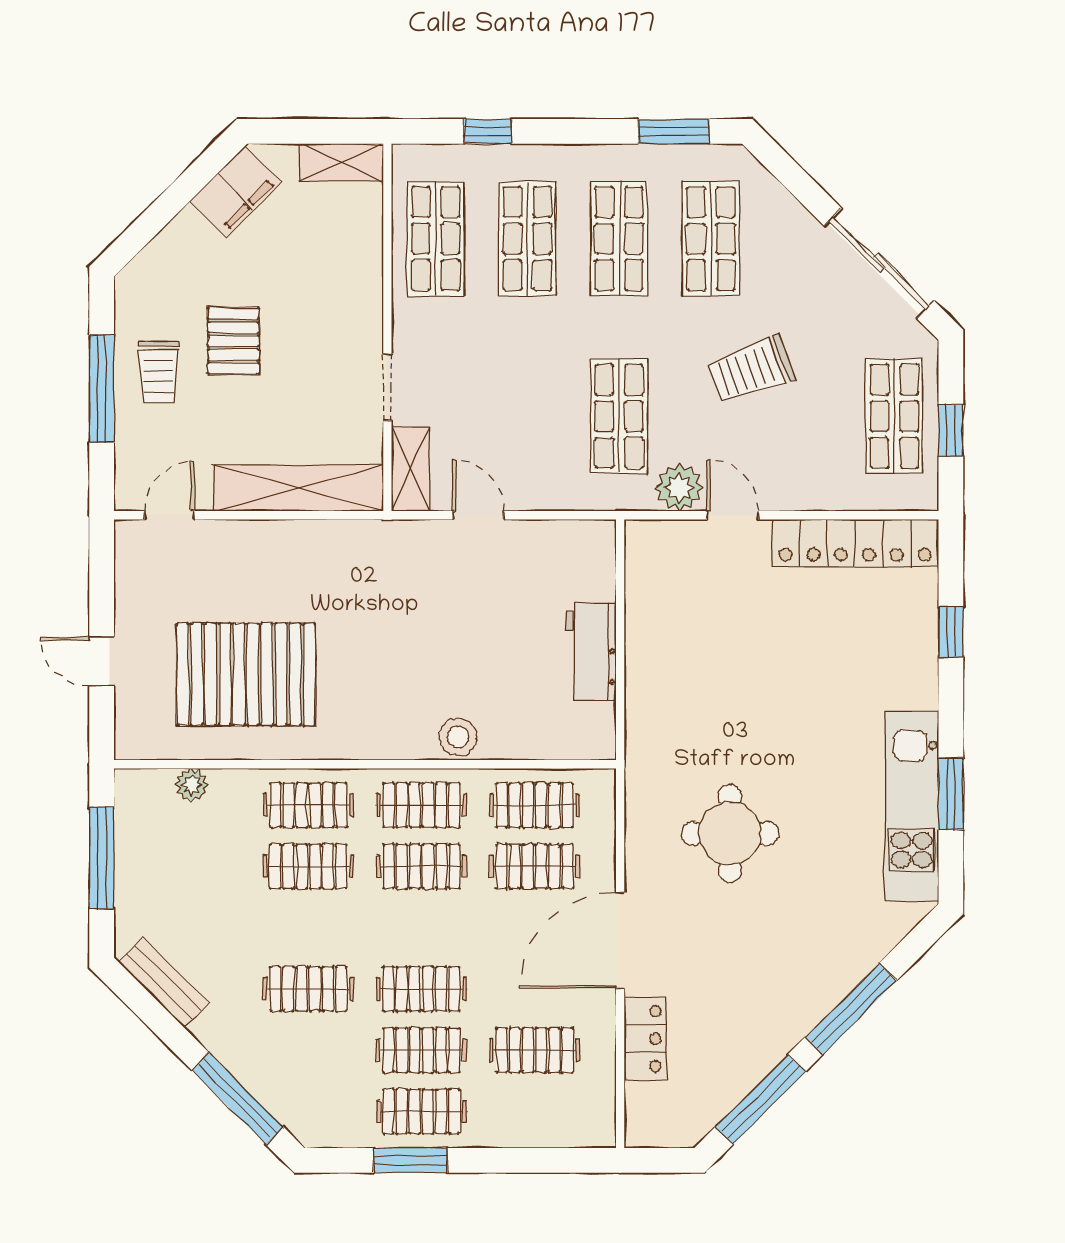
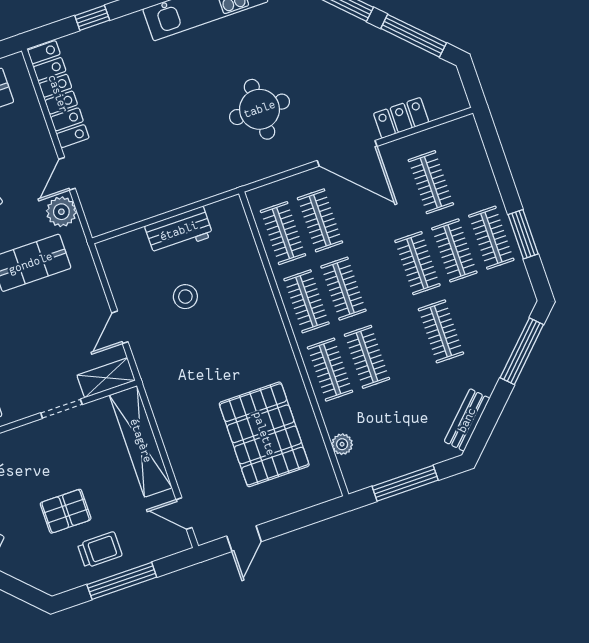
door: (102, 661) -> (244, 539), moved
stool: (458, 737) -> (185, 297), moved

